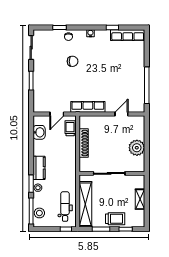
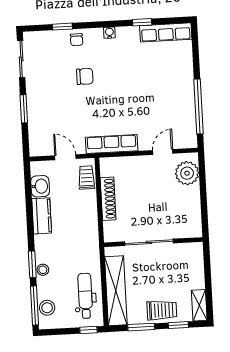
door: (57, 114) -> (65, 157), swing flipped
plant: (137, 148) -> (187, 173), moved
kitchen counter: (39, 168) -> (42, 216), moved
shelving: (140, 199) -> (199, 305), moved

